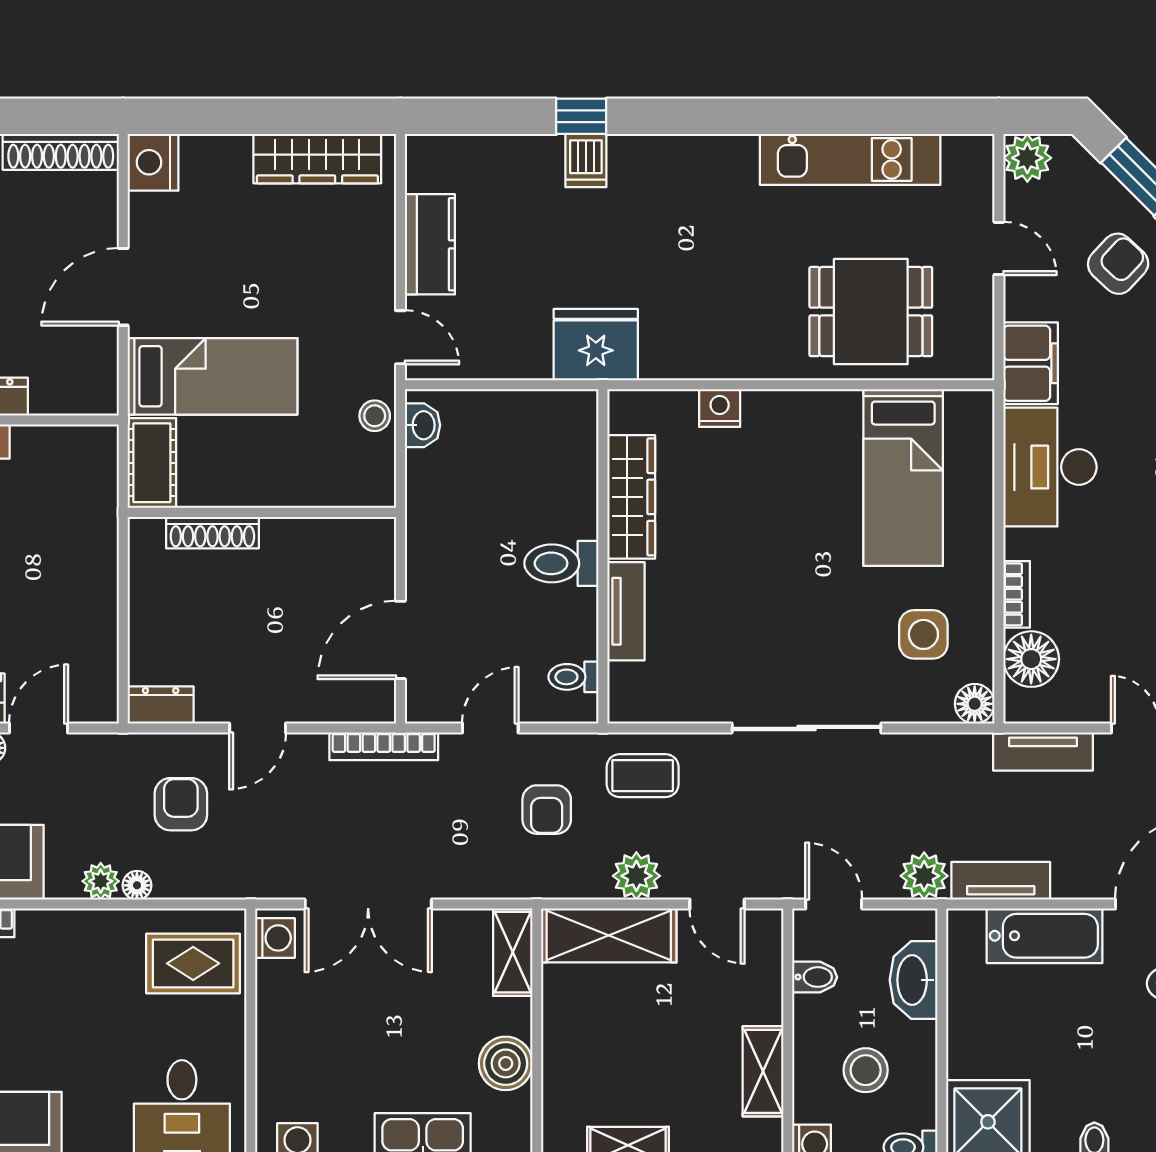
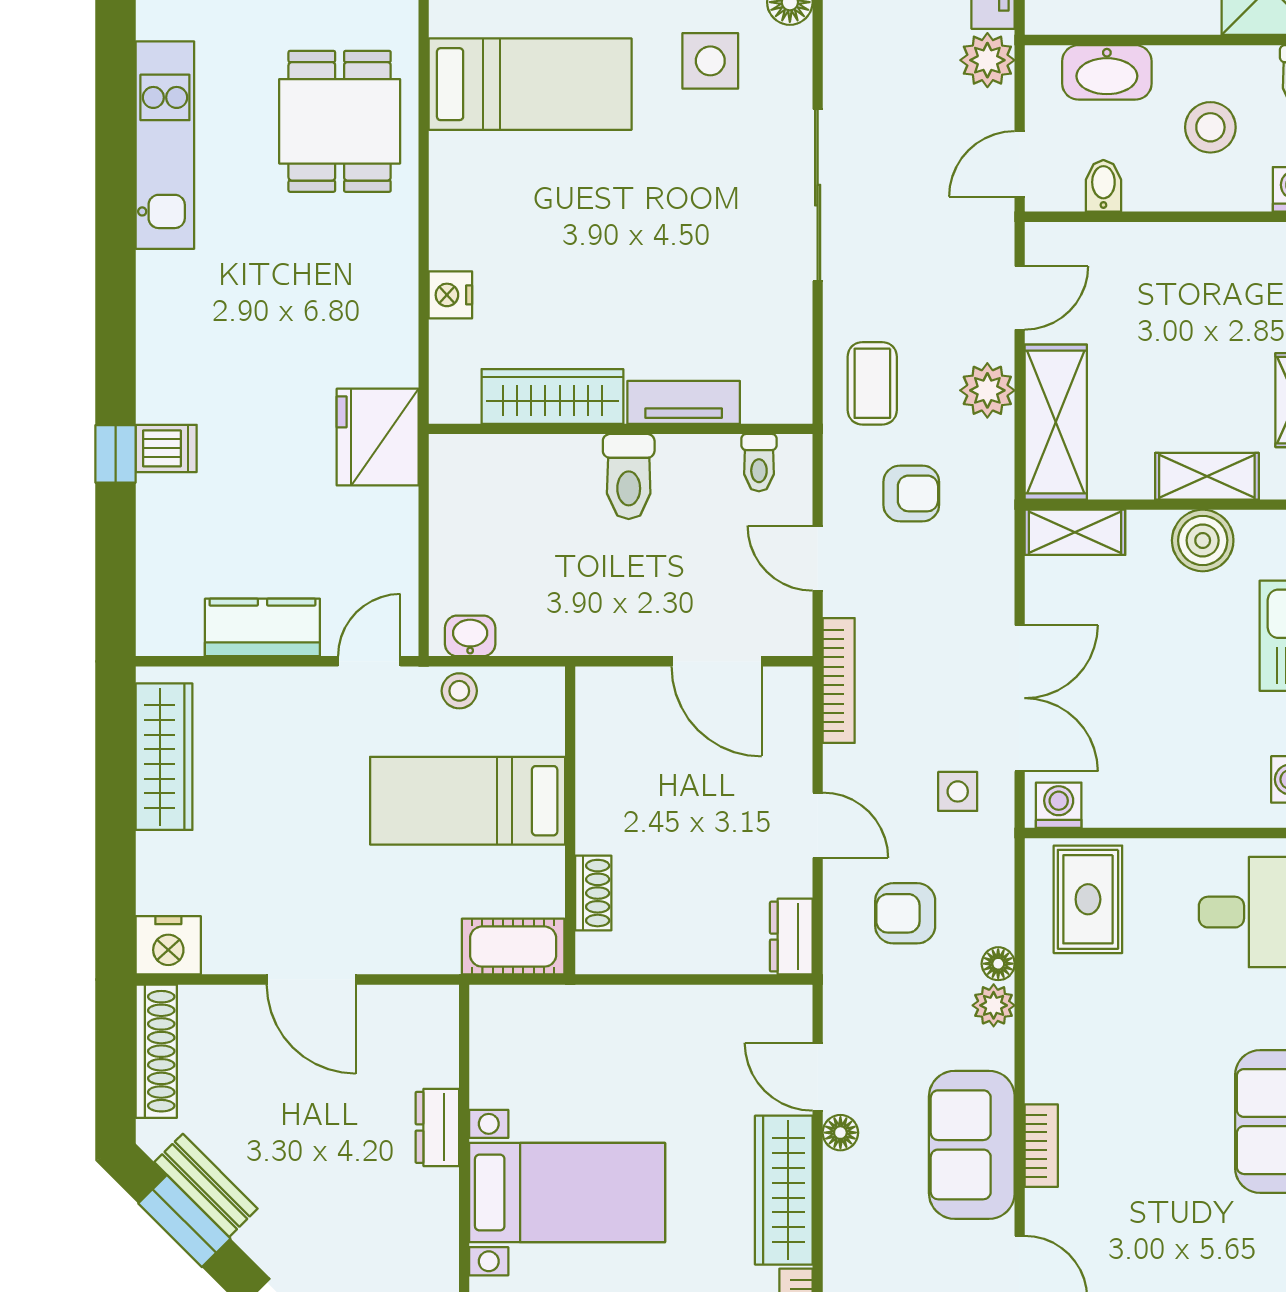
bed: (213, 376) -> (468, 801), moved, turned -90
shoe rack: (212, 533) -> (593, 893), width x0.70
side table: (287, 850) -> (958, 791), added
shelving: (763, 1071) -> (1207, 476), moved

